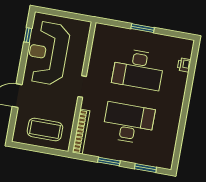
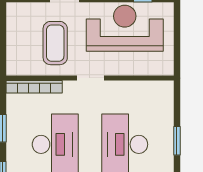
coffee table: (45, 129) -> (55, 43), moved

